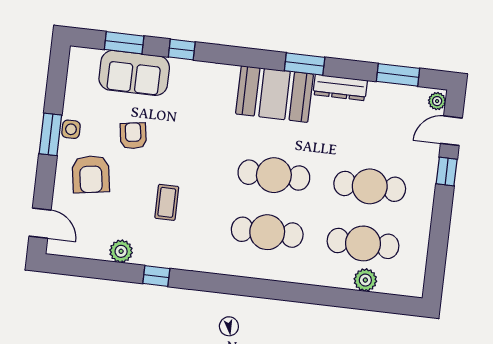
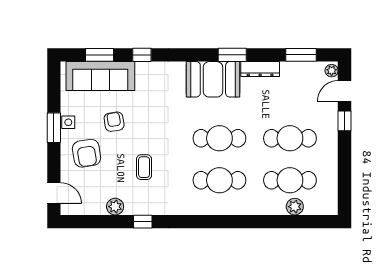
sofa: (134, 73) -> (100, 76), width x1.36

